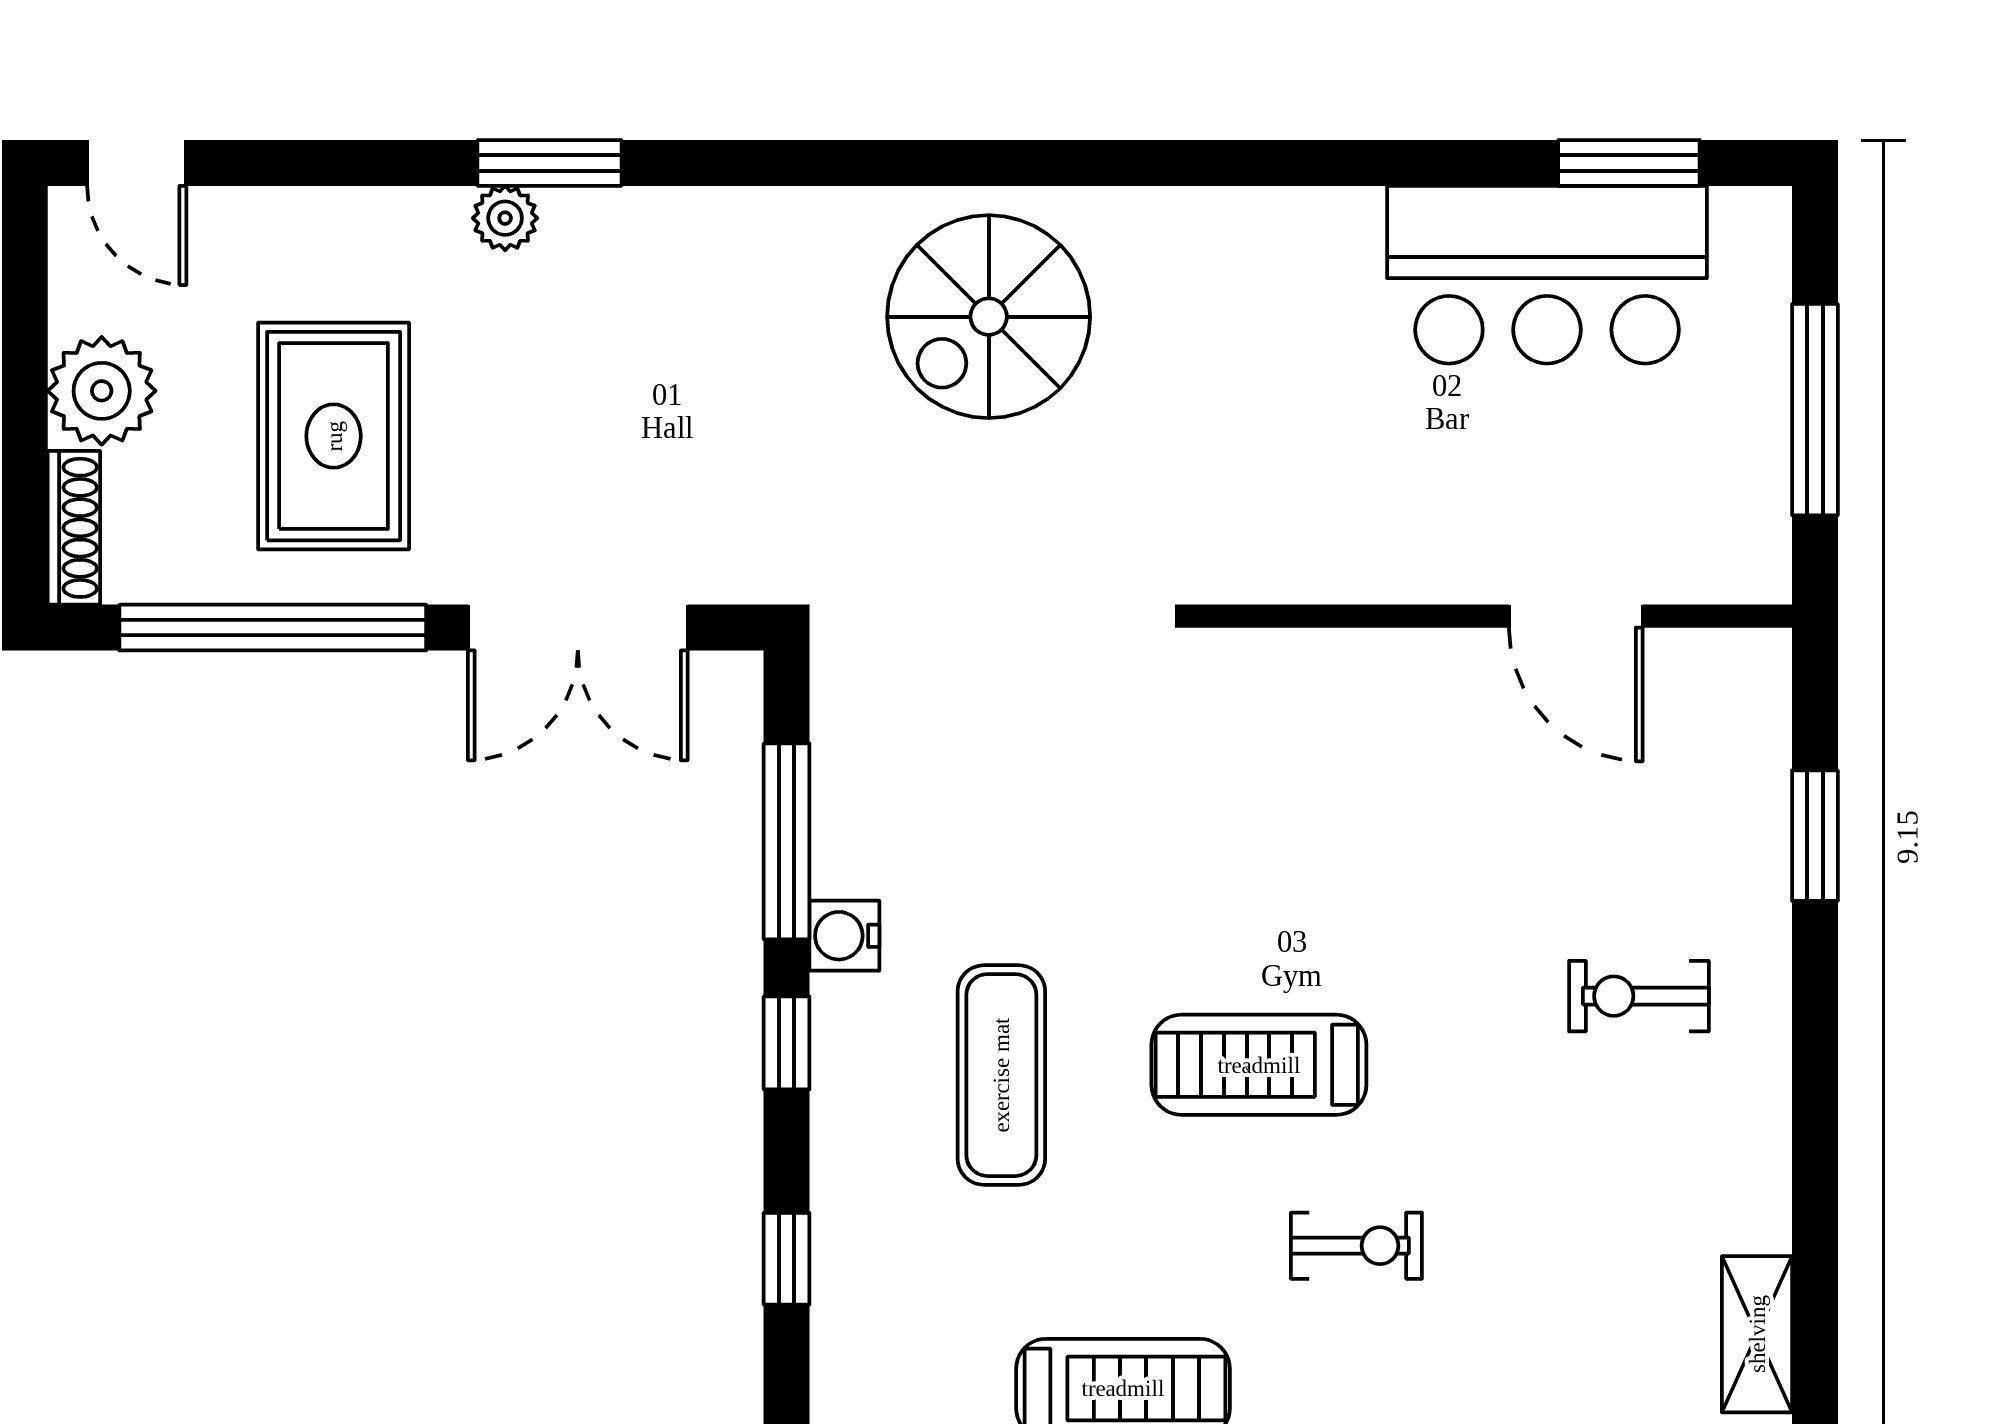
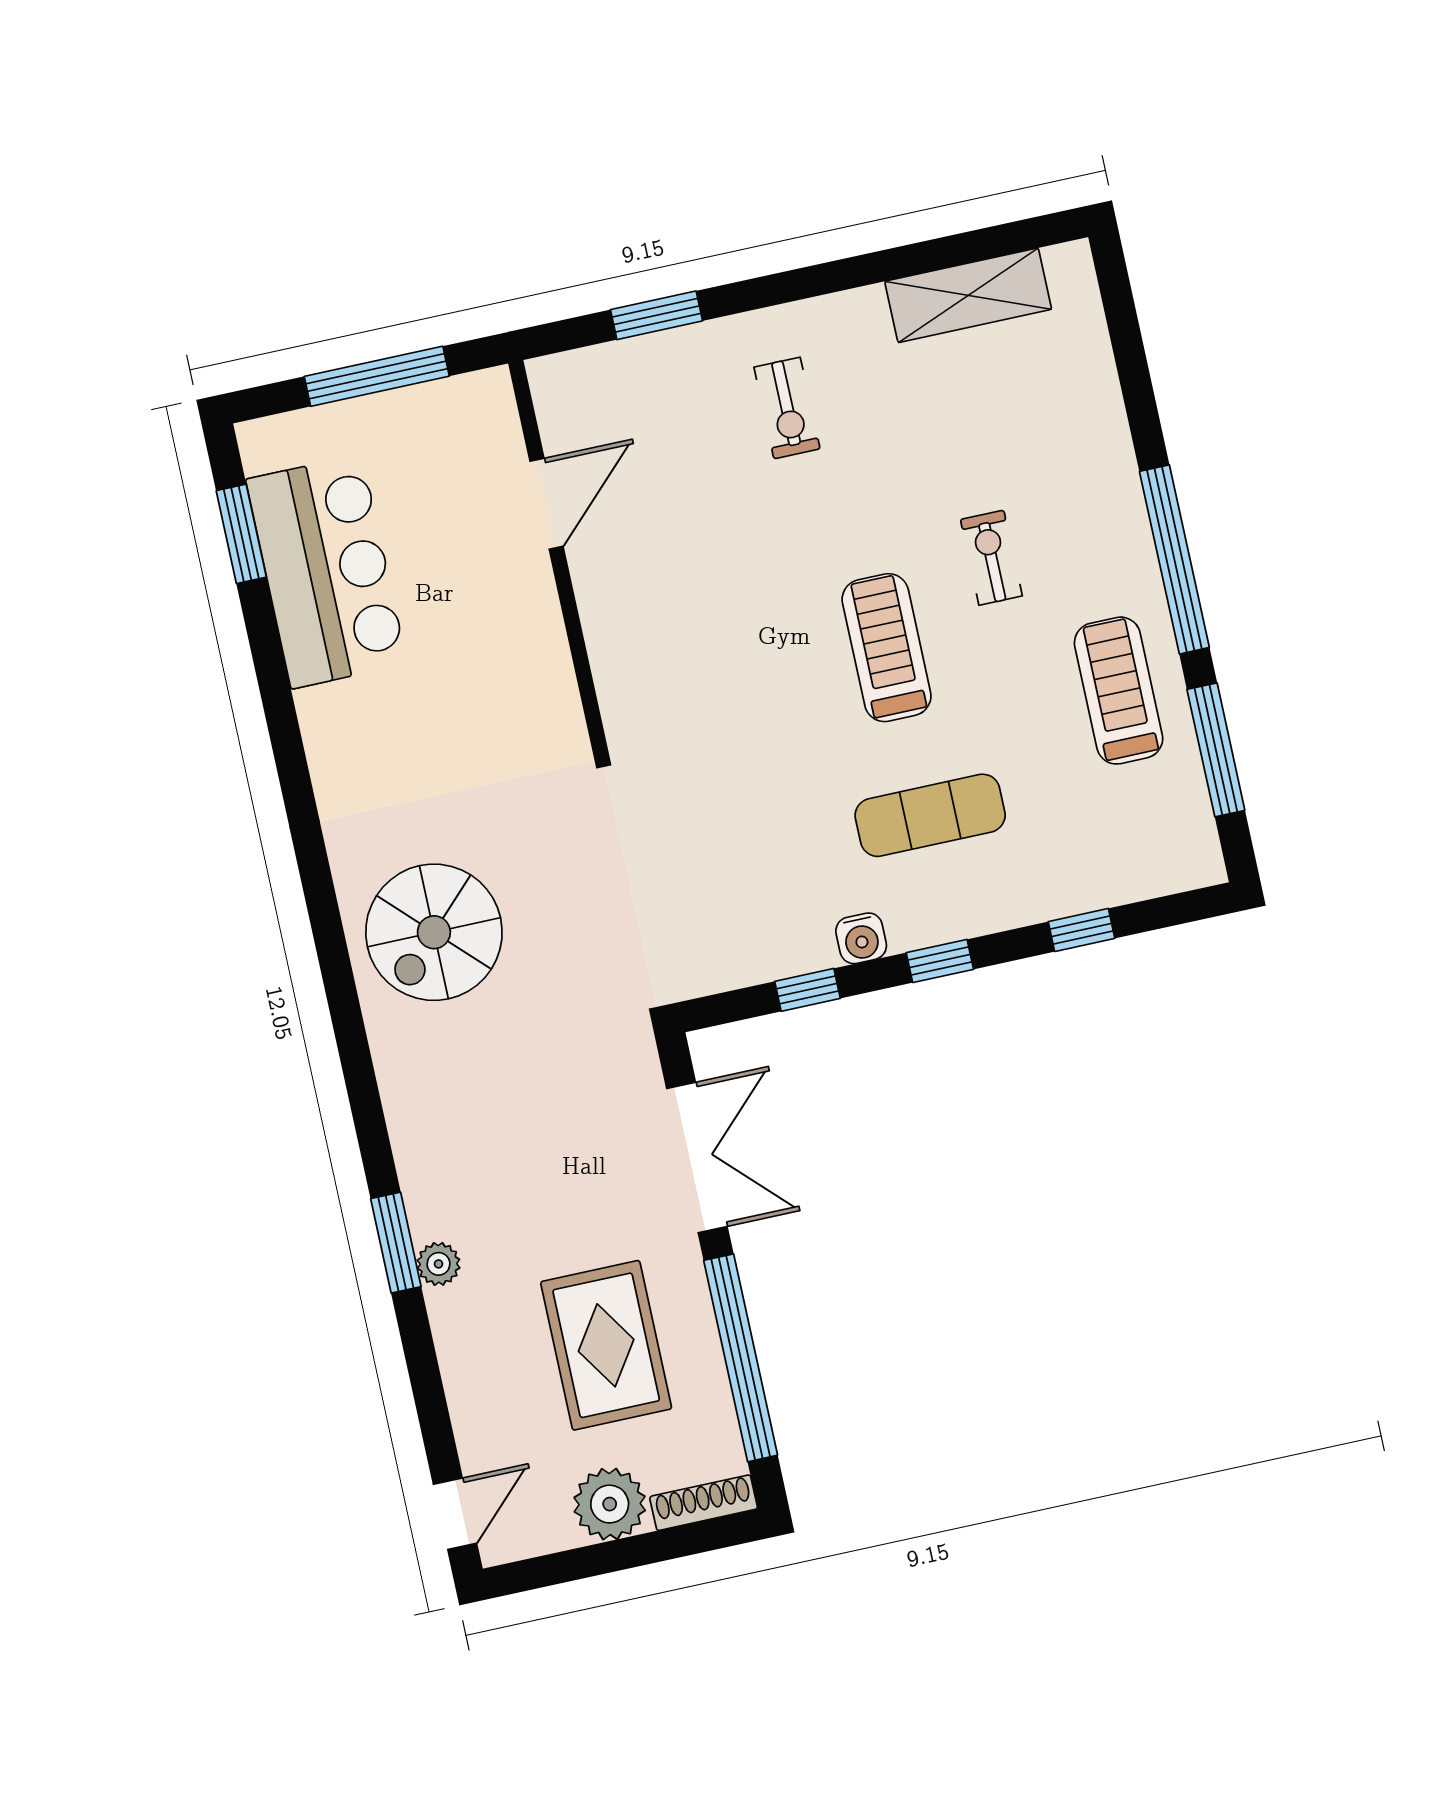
spiral stairs: (989, 317) -> (434, 932), turned 90
rug: (334, 436) -> (606, 1345), turned 90
window: (787, 841) -> (807, 990), width x0.46
treadmill: (1259, 1065) -> (887, 648), turned 180
shelving: (1757, 1334) -> (968, 295), width x1.50, depth x1.33

